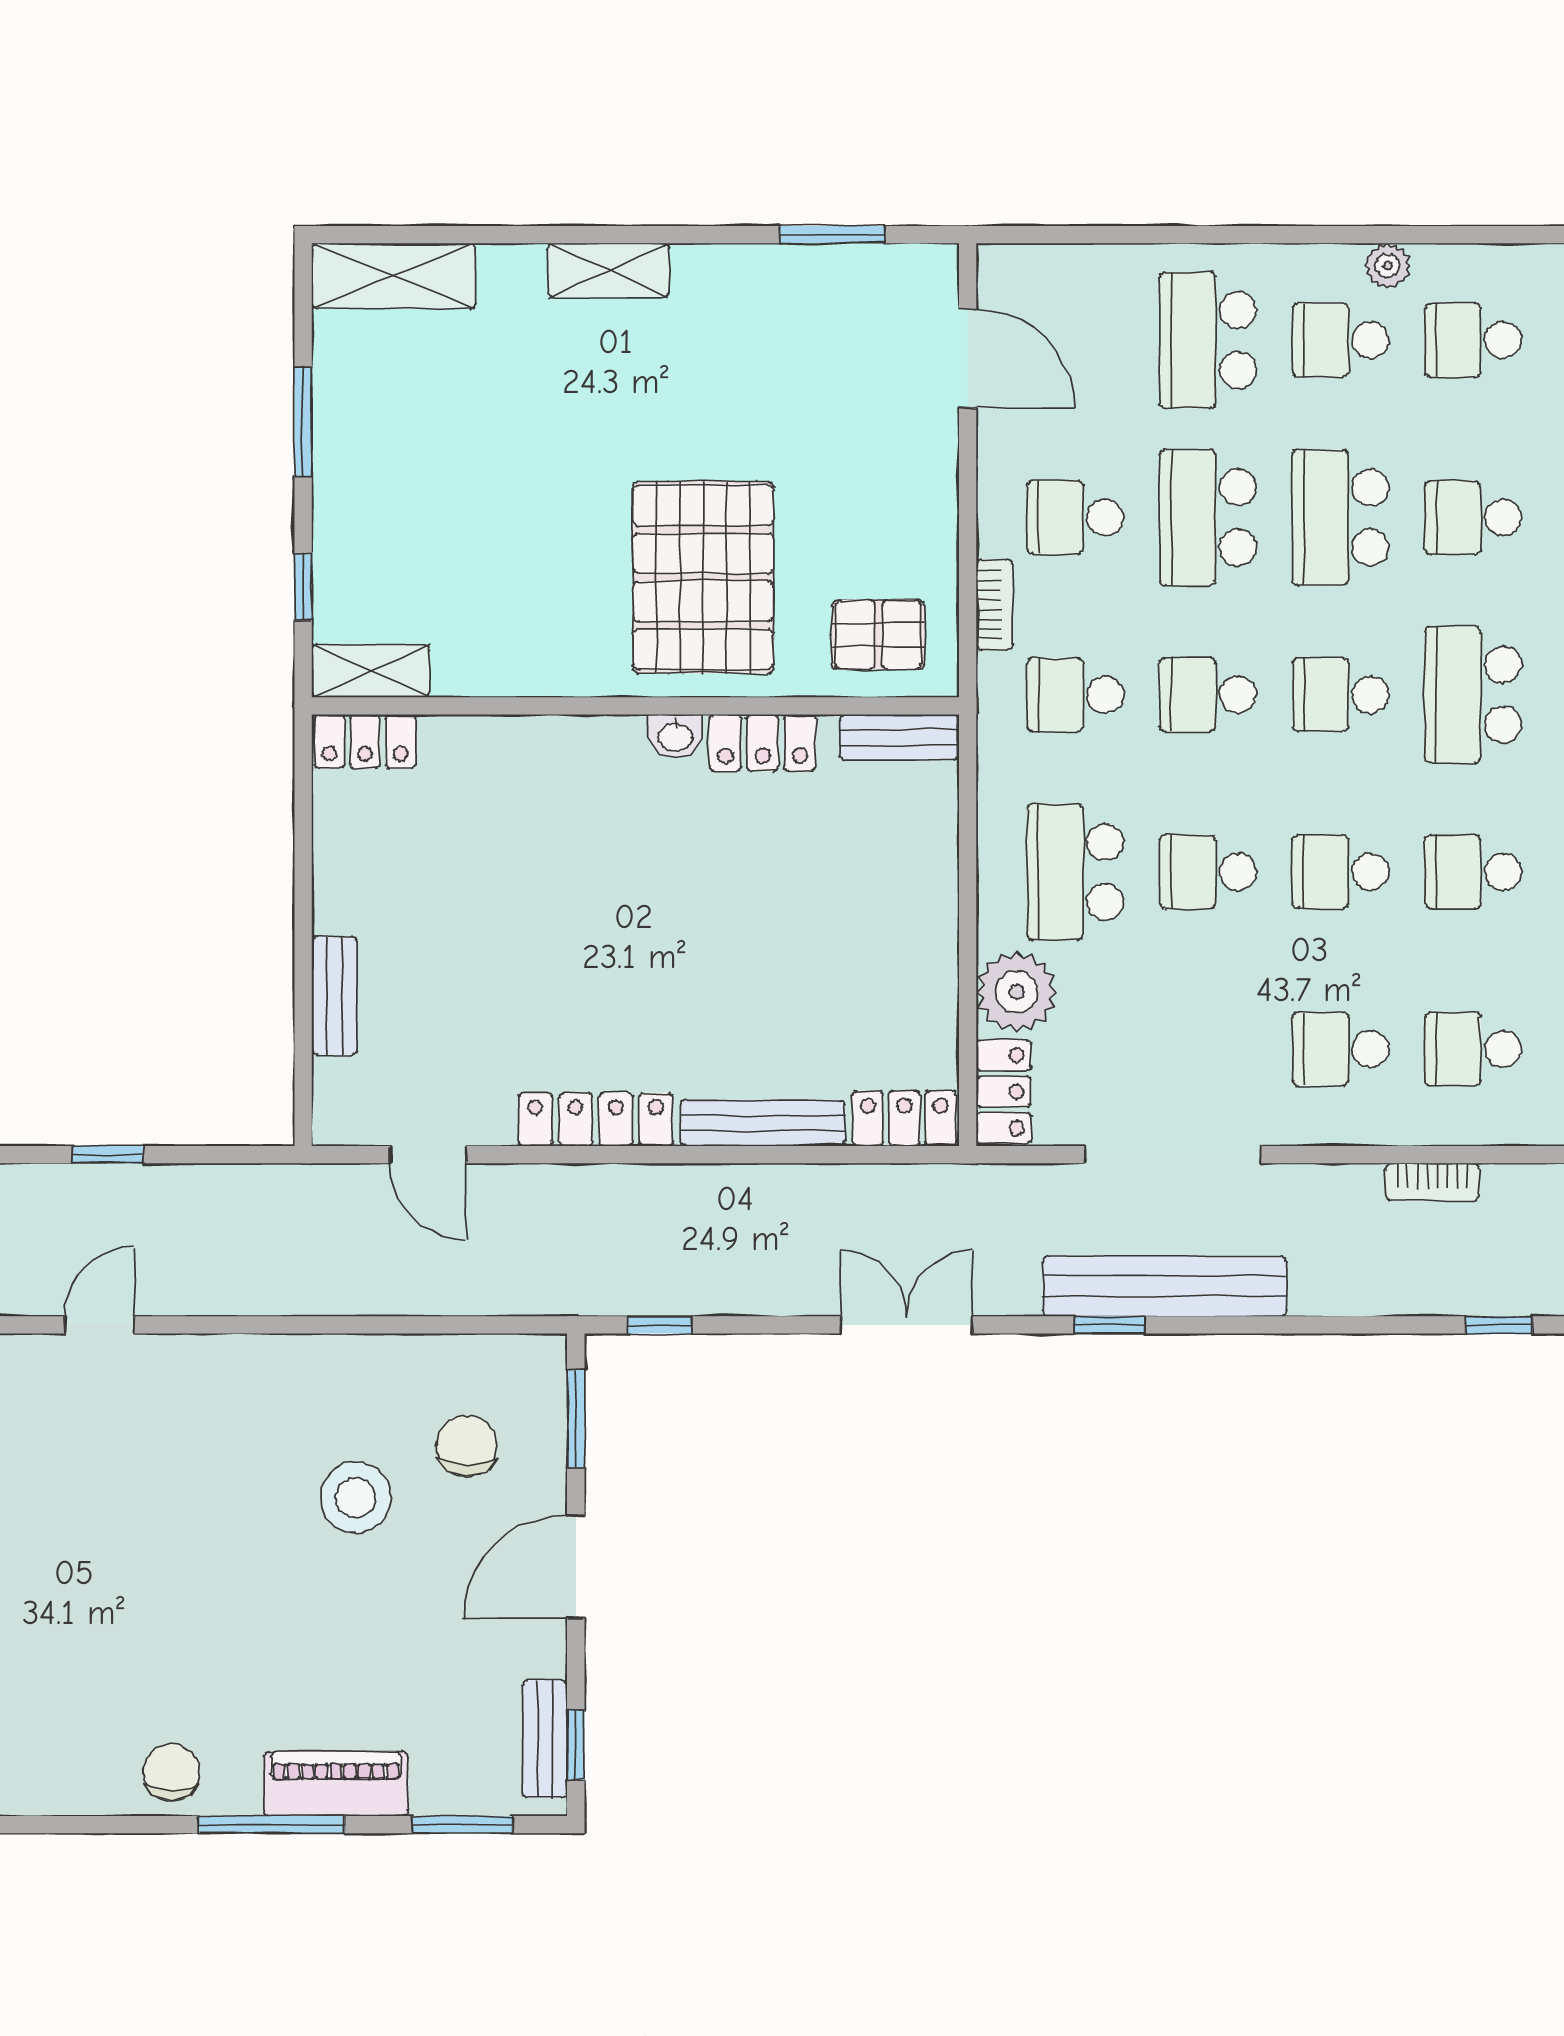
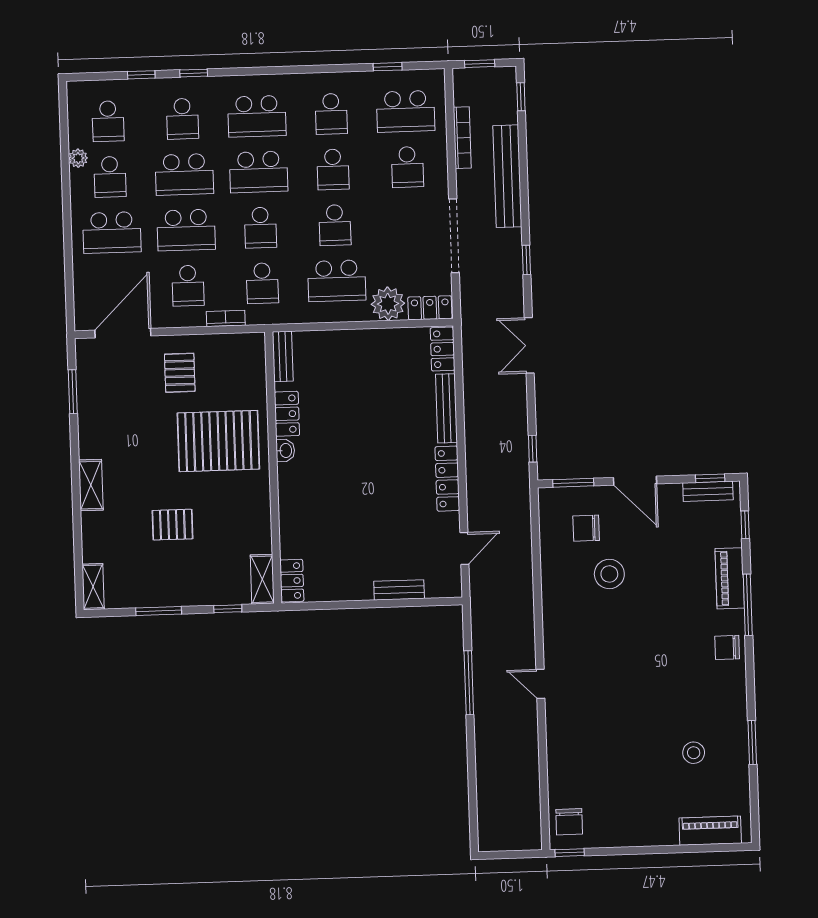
shelving: (394, 276) -> (93, 587), width x0.67, depth x0.75
door: (968, 359) -> (123, 333), width x1.36
pallet: (508, 462) -> (172, 525), added
pallet: (878, 635) -> (180, 373), moved
school desk: (1341, 695) -> (259, 172), width x1.85
school desk: (1473, 1049) -> (406, 111), width x1.85
window: (108, 1155) -> (469, 683), width x2.17
bookcase: (1432, 1182) -> (462, 138), width x1.56
bench: (1165, 1286) -> (507, 176), moved
window: (462, 1825) -> (745, 525), width x0.67

